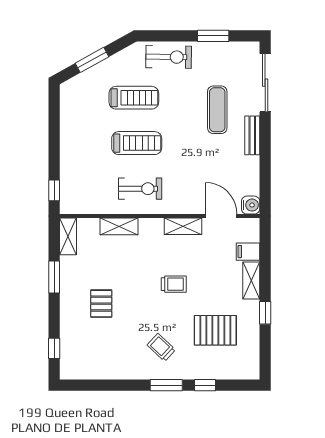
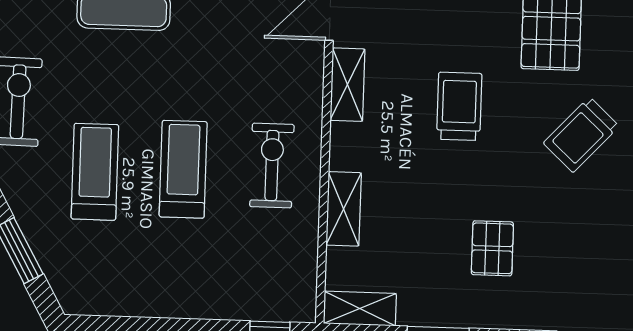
trolley: (174, 284) -> (459, 106), width x1.36, depth x1.39
pallet: (101, 304) -> (492, 248), turned 90
trolley: (161, 347) -> (581, 135), width x1.36, depth x1.39

